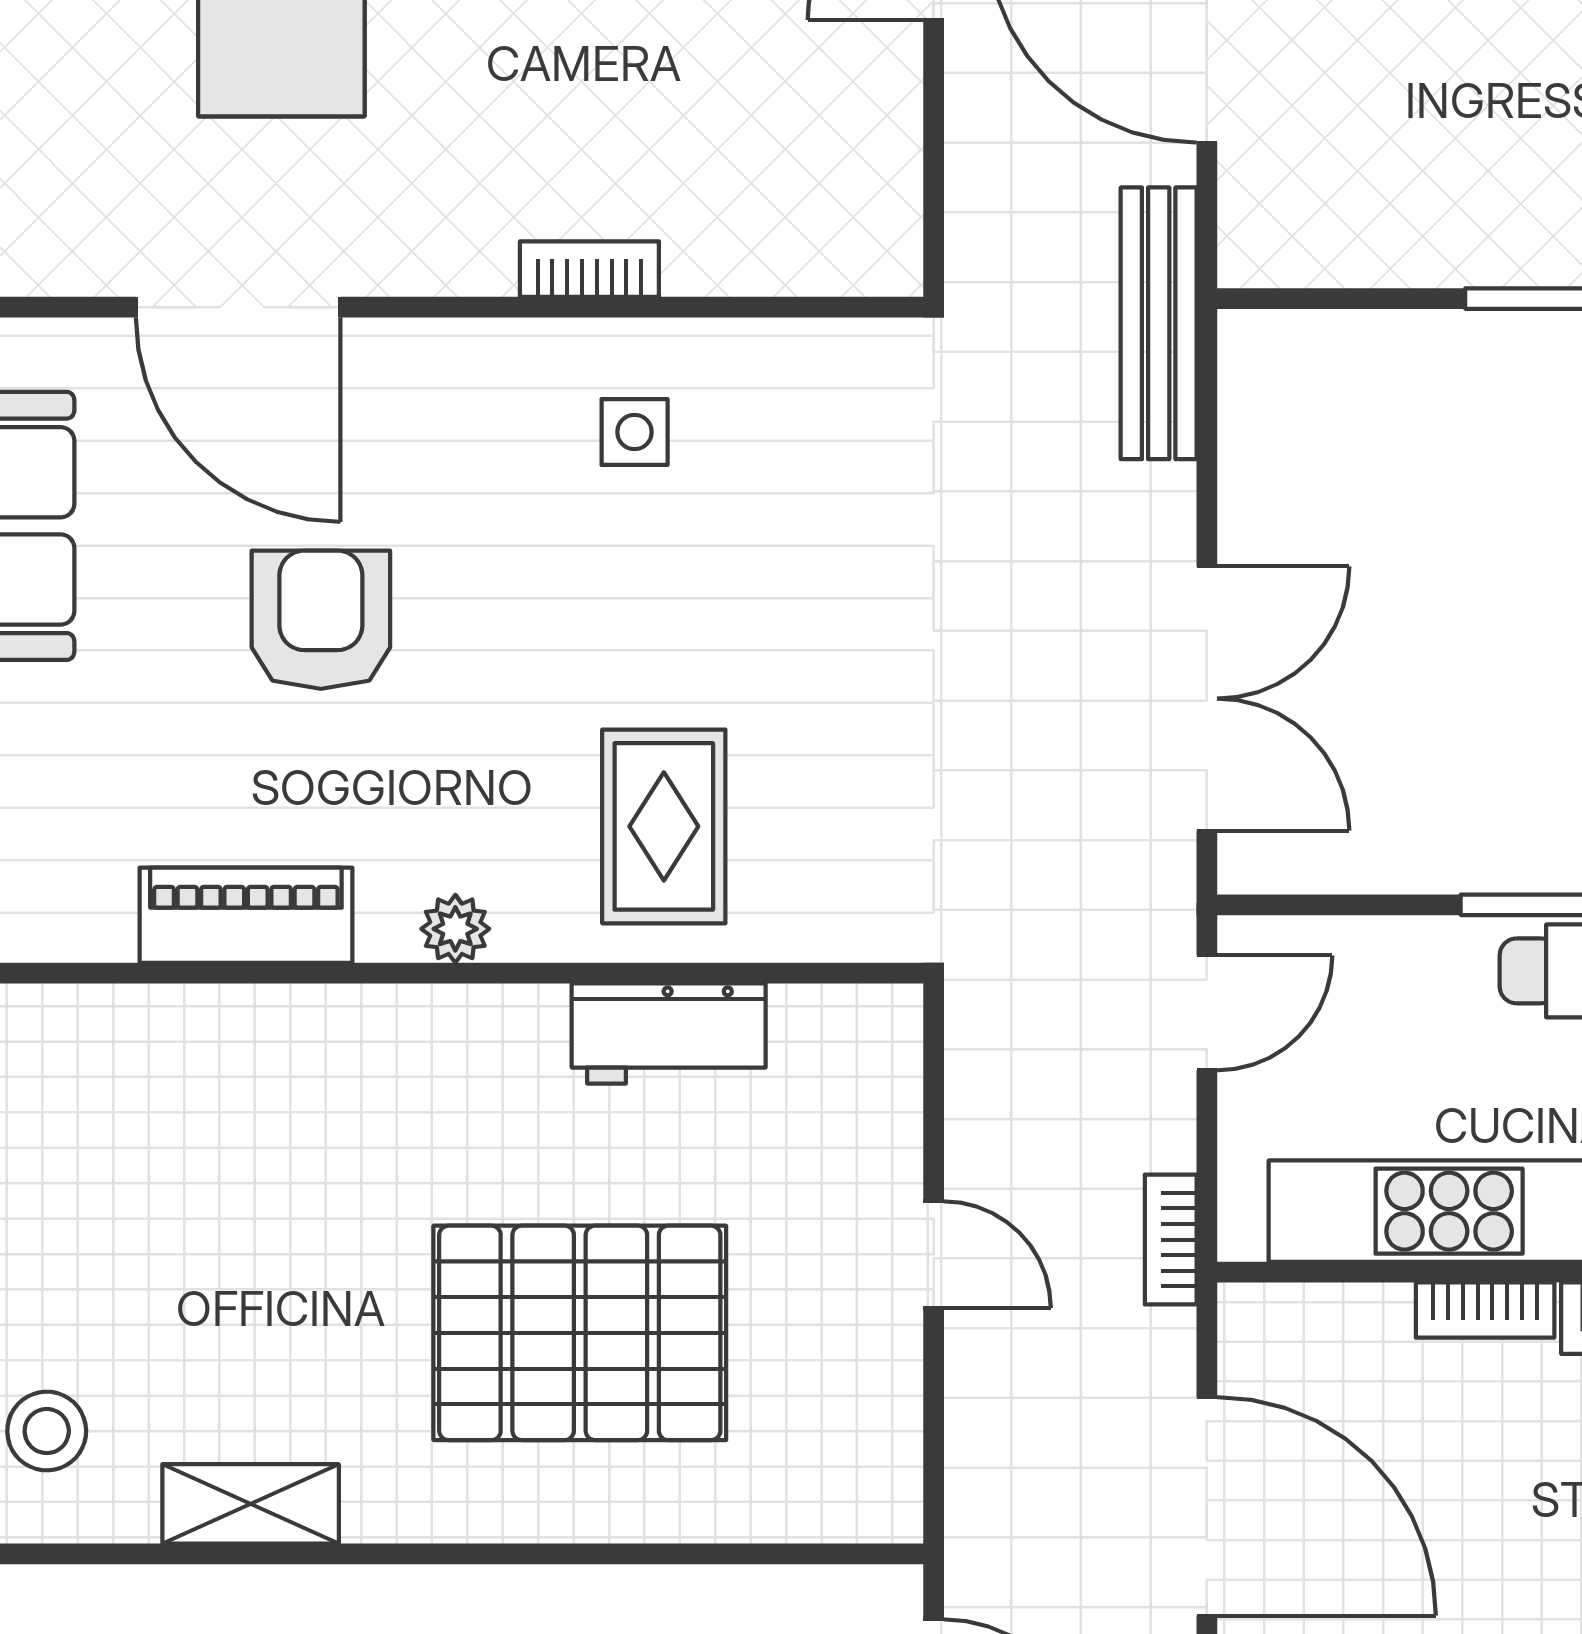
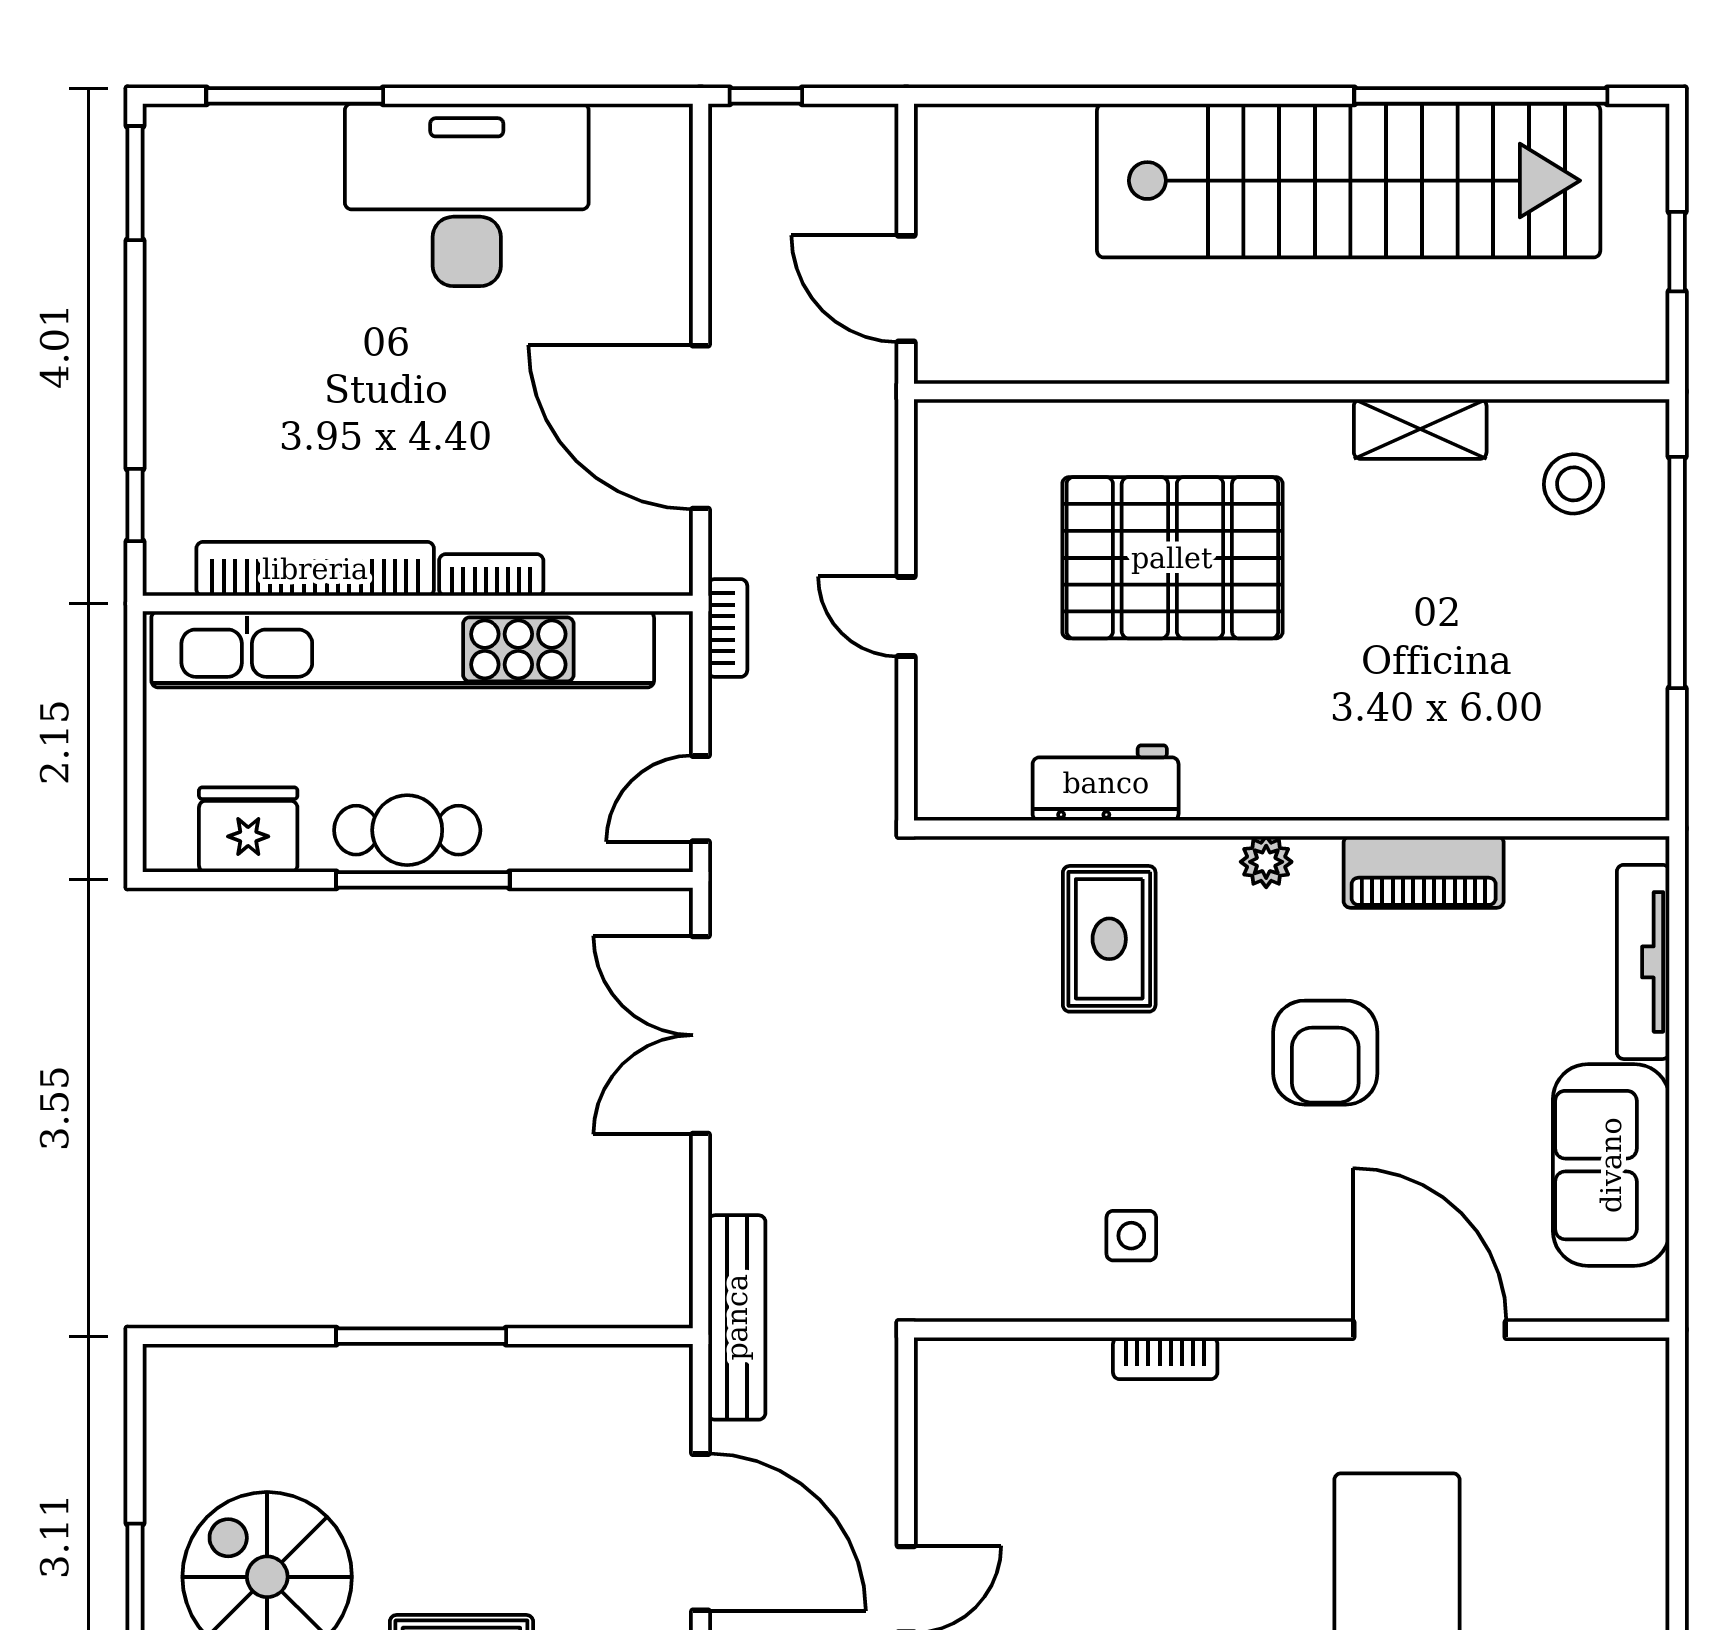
armchair: (321, 620) -> (1325, 1053), moved

